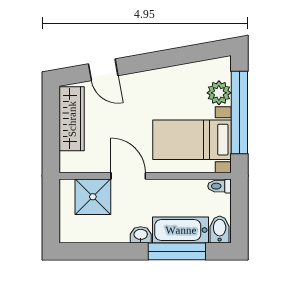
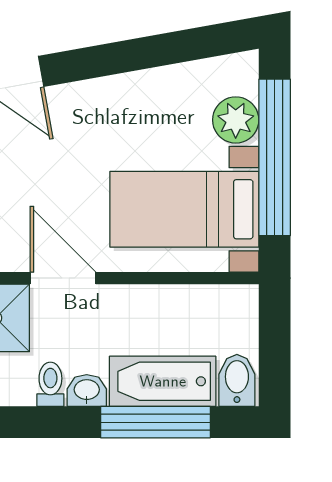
toilet: (219, 186) -> (50, 384), moved, turned 90

